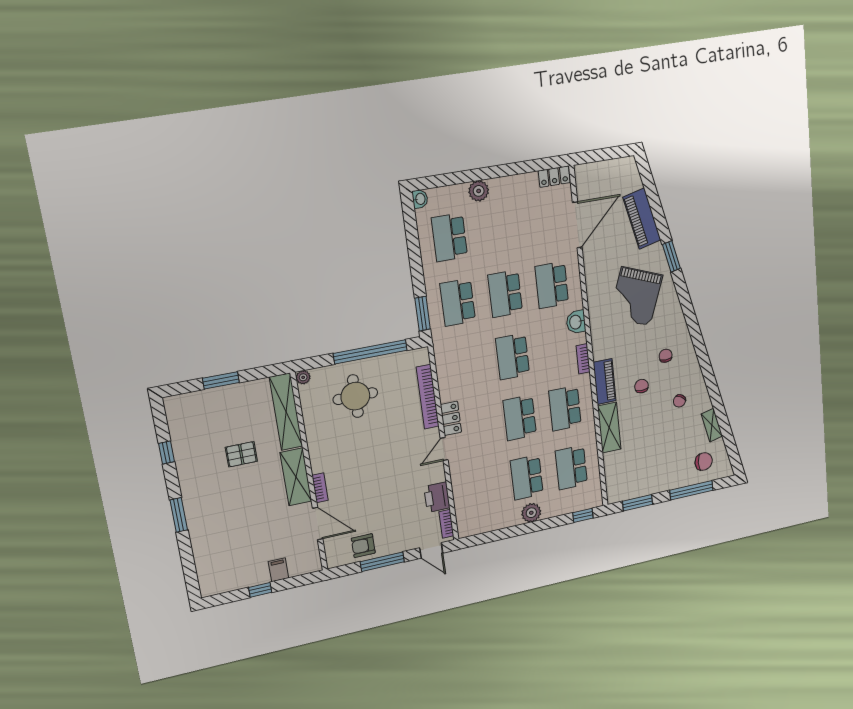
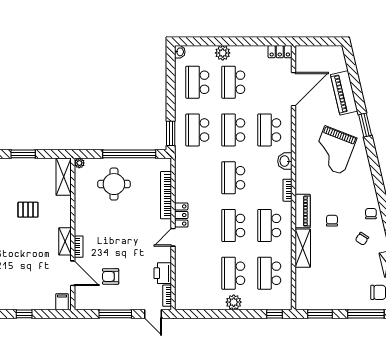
school desk: (498, 229) -> (233, 82), added
chair: (666, 356) -> (371, 214), moved
shelving: (286, 412) -> (64, 177), width x0.68
shelving: (296, 477) -> (65, 241), width x0.67, depth x0.75
armchair: (363, 546) -> (111, 276), moved
filing cabinet: (278, 570) -> (62, 302), moved

